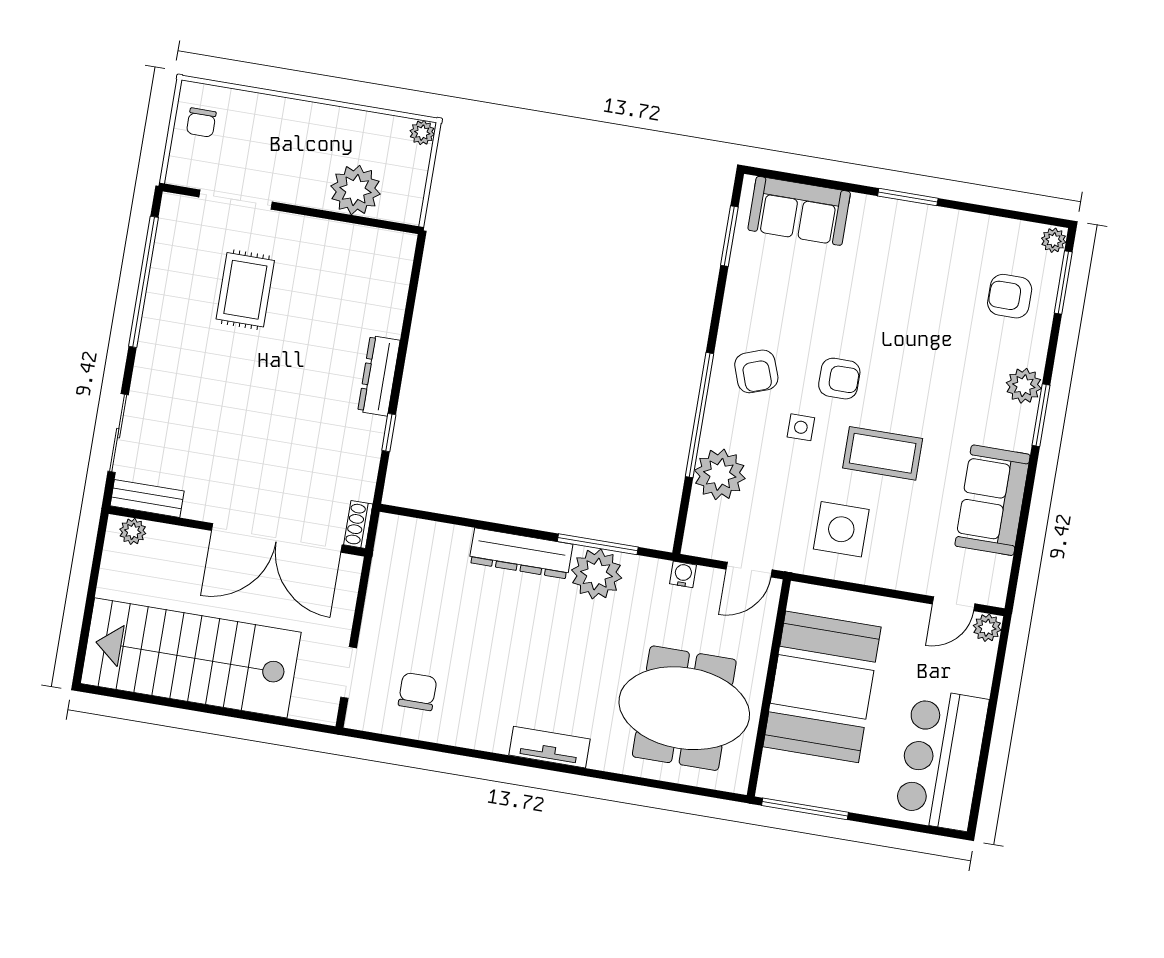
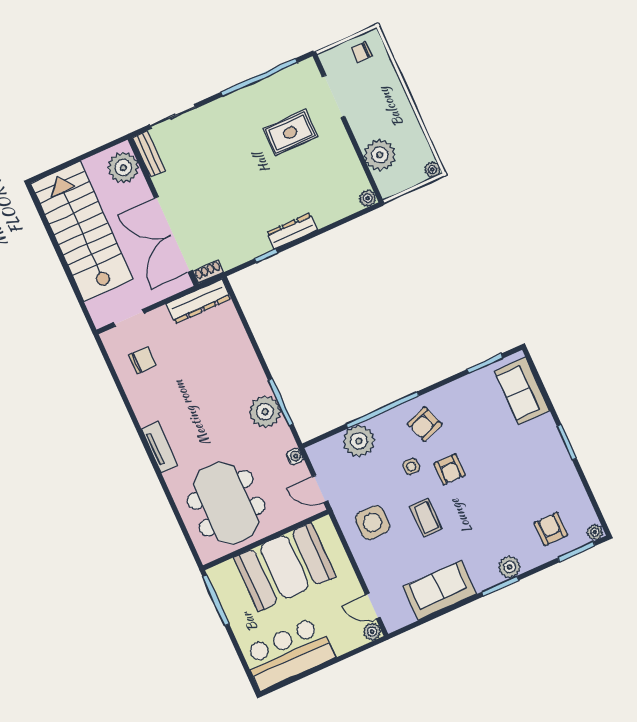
plant: (403, 245) -> (368, 198), added
coffee table: (883, 453) -> (426, 518), width x0.73, depth x0.77
plant: (133, 531) -> (123, 168), width x1.88, depth x1.88
dresser: (521, 553) -> (199, 301), moved, turned -90

